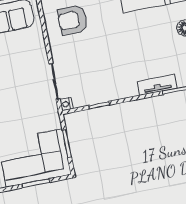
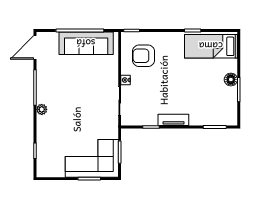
tv unit: (157, 85) -> (173, 120), moved
nightstand: (66, 104) -> (126, 80), moved

